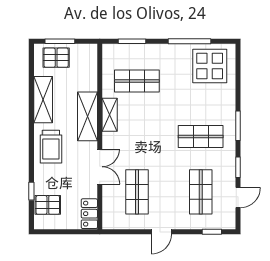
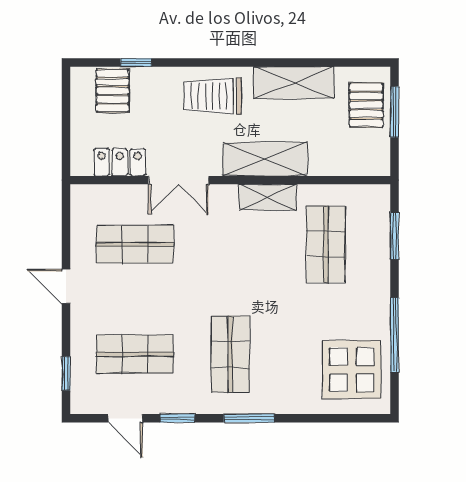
locker: (89, 214) -> (120, 162), moved

